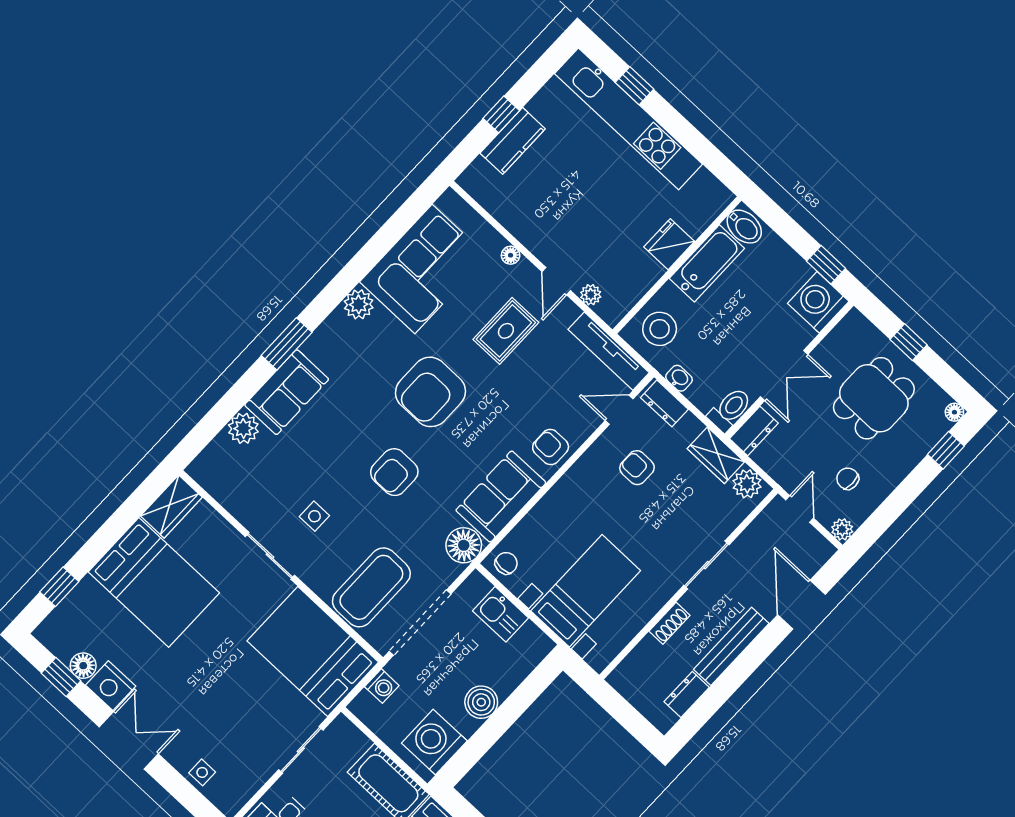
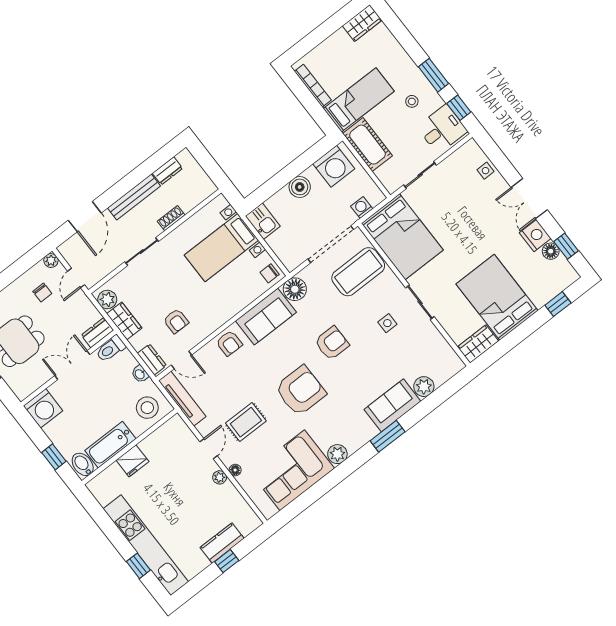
window: (826, 265) -> (54, 457), moved
plant: (591, 295) -> (220, 477), moved
kitchen sink: (501, 614) -> (263, 221), moved

